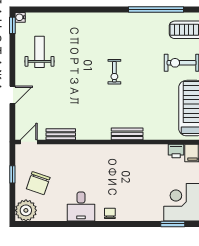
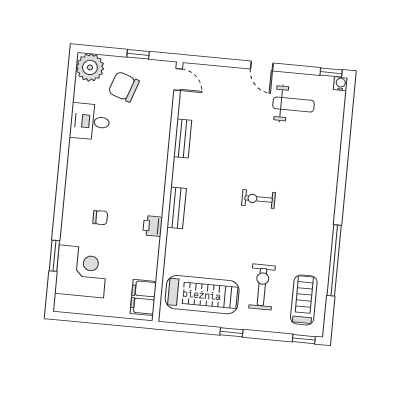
door: (12, 95) -> (262, 66), moved
bench: (61, 134) -> (183, 139), moved
printer: (176, 151) -> (153, 226), moved
desk: (81, 207) -> (90, 122), moved
chair: (110, 213) -> (100, 218), moved

